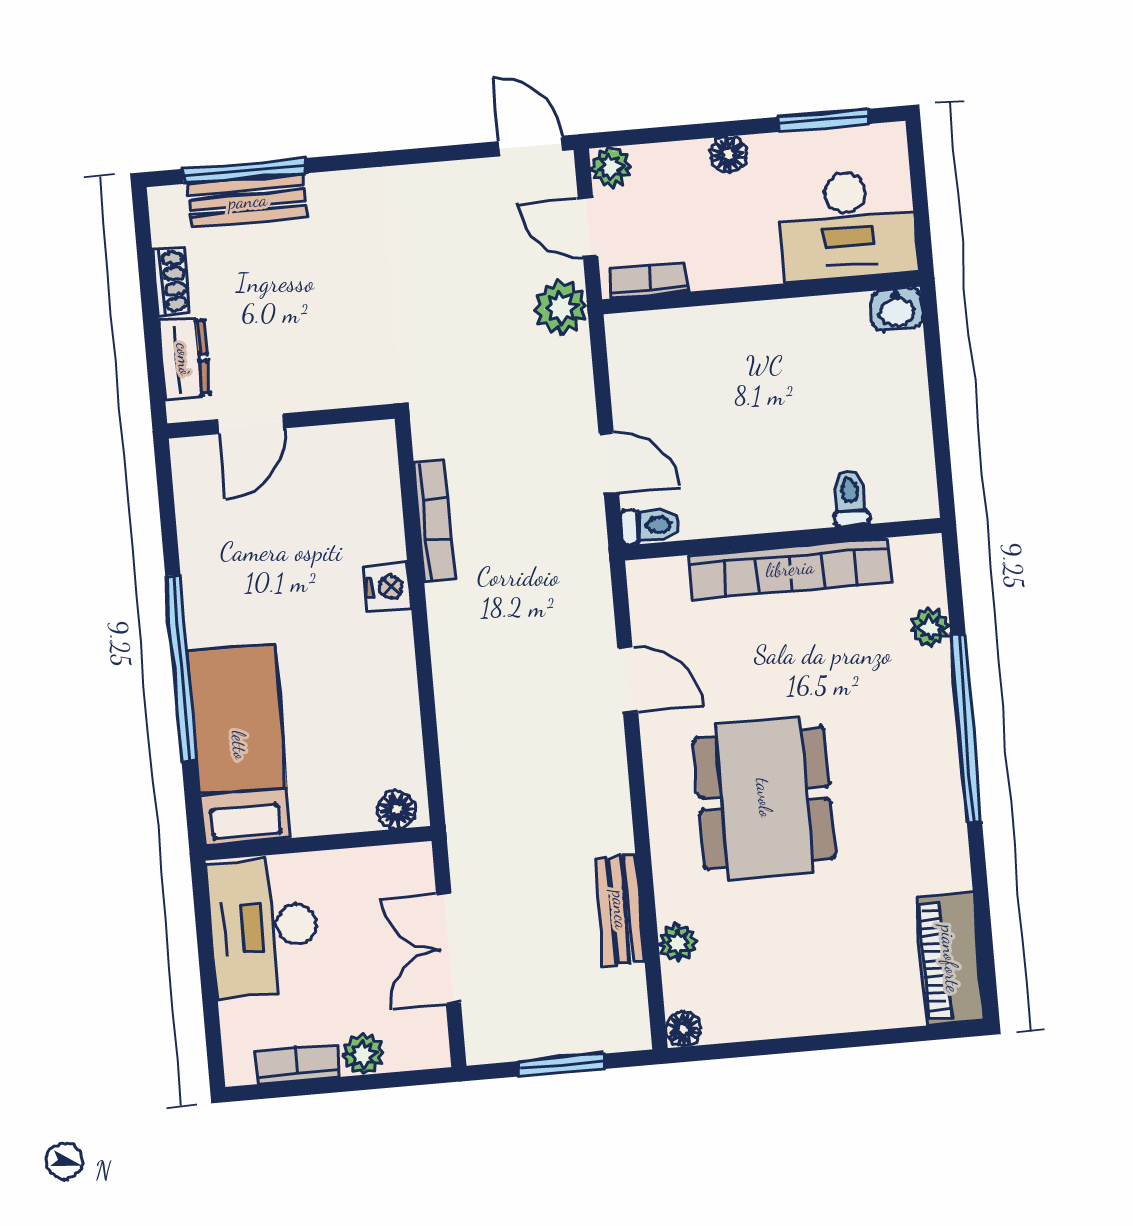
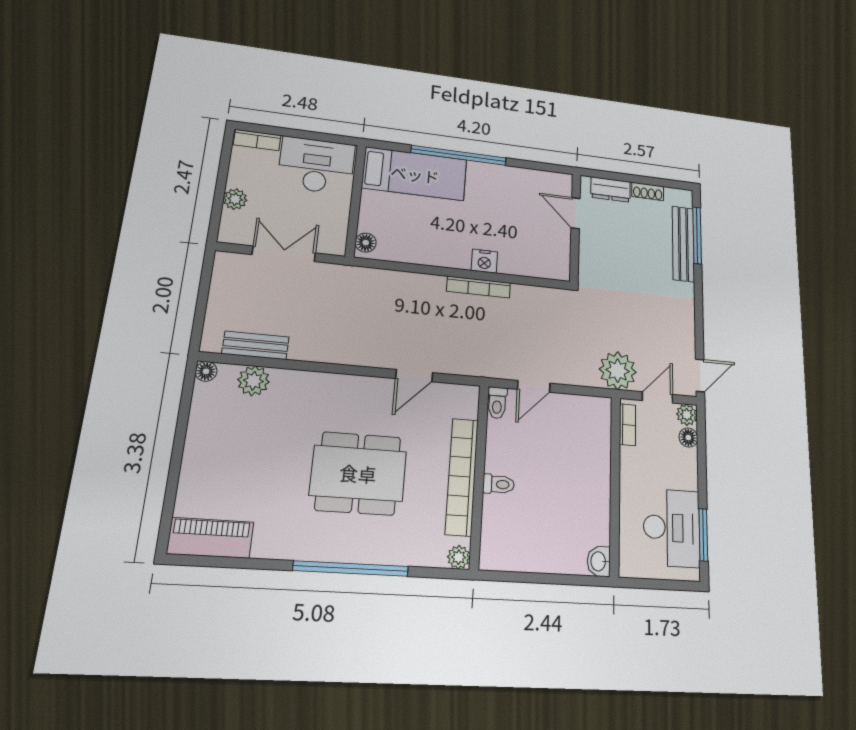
floor lamp: (729, 154) -> (688, 437), moved
bench: (248, 201) -> (683, 244), width x1.36
desk: (848, 225) -> (672, 528), moved, turned 180
plant: (561, 308) -> (618, 371), width x1.36, depth x1.36
toilet: (850, 498) -> (498, 484), moved
bookcase: (434, 521) -> (479, 287), moved
plant: (930, 627) -> (459, 557), moved
dining table: (764, 798) -> (358, 473), moved
bench: (620, 910) -> (256, 345), moved
plant: (678, 943) -> (253, 381), width x1.38, depth x1.38
bookcase: (298, 1064) -> (257, 140), moved, turned 90
window: (562, 1065) -> (202, 301), removed

